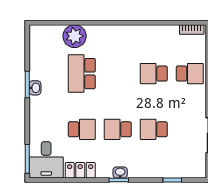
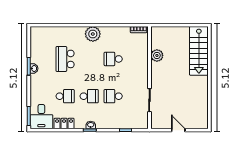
plant: (75, 36) -> (93, 34), moved
school desk: (190, 74) -> (137, 59), removed
school desk: (118, 129) -> (89, 96), turned 180

